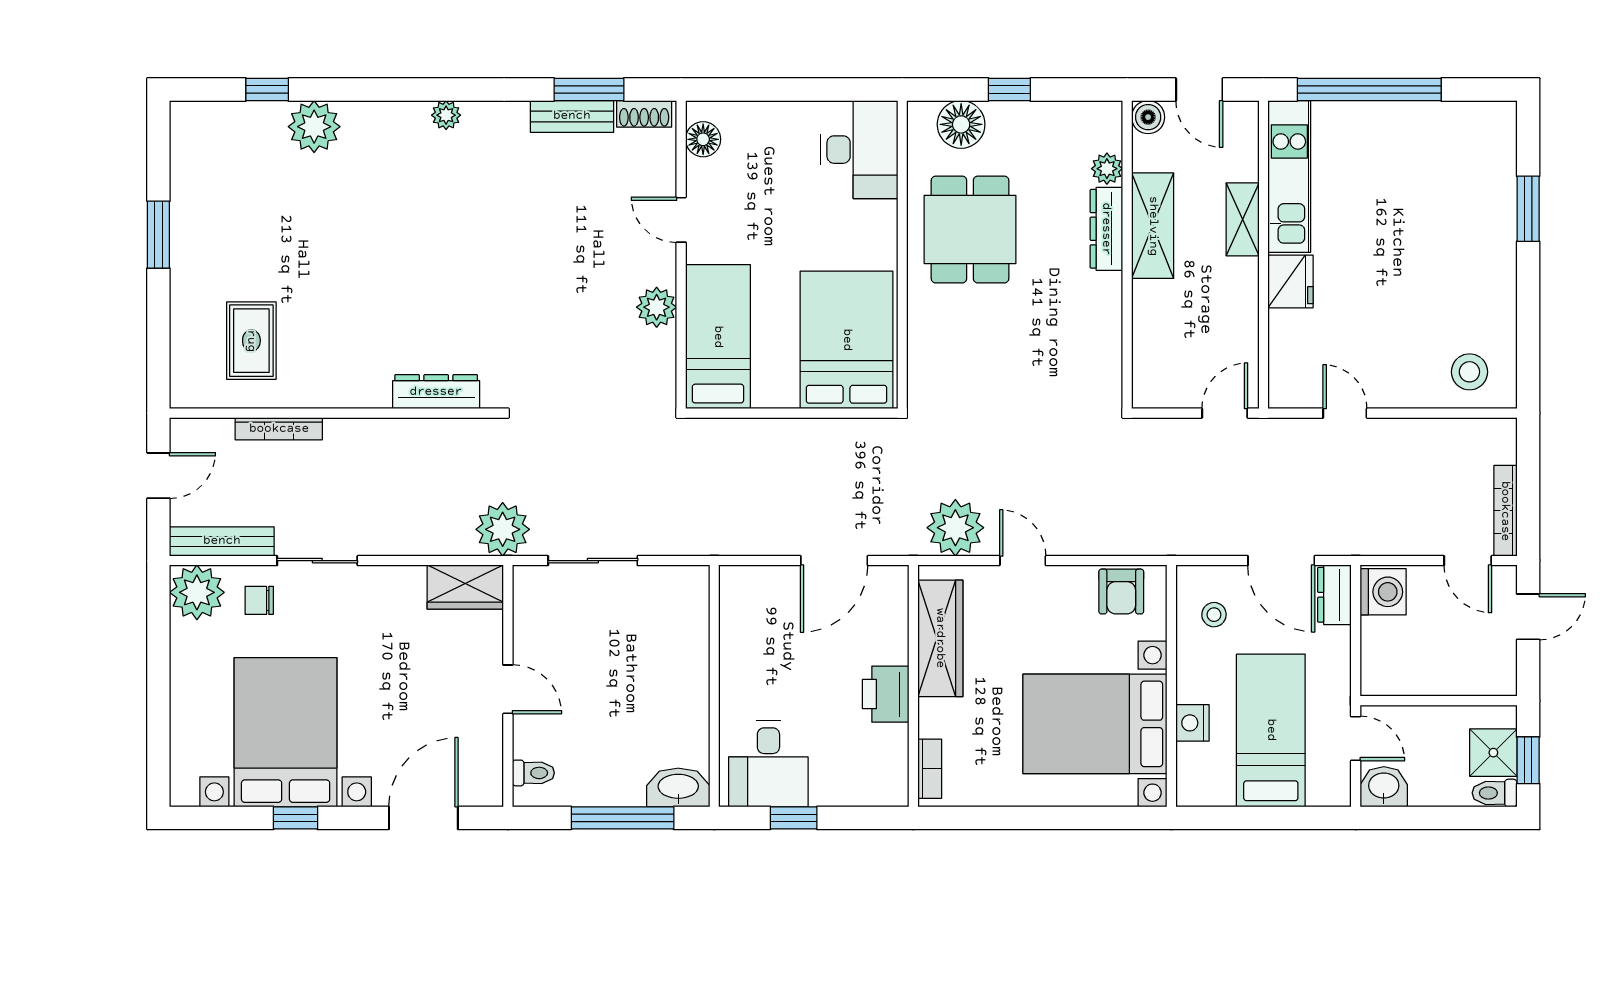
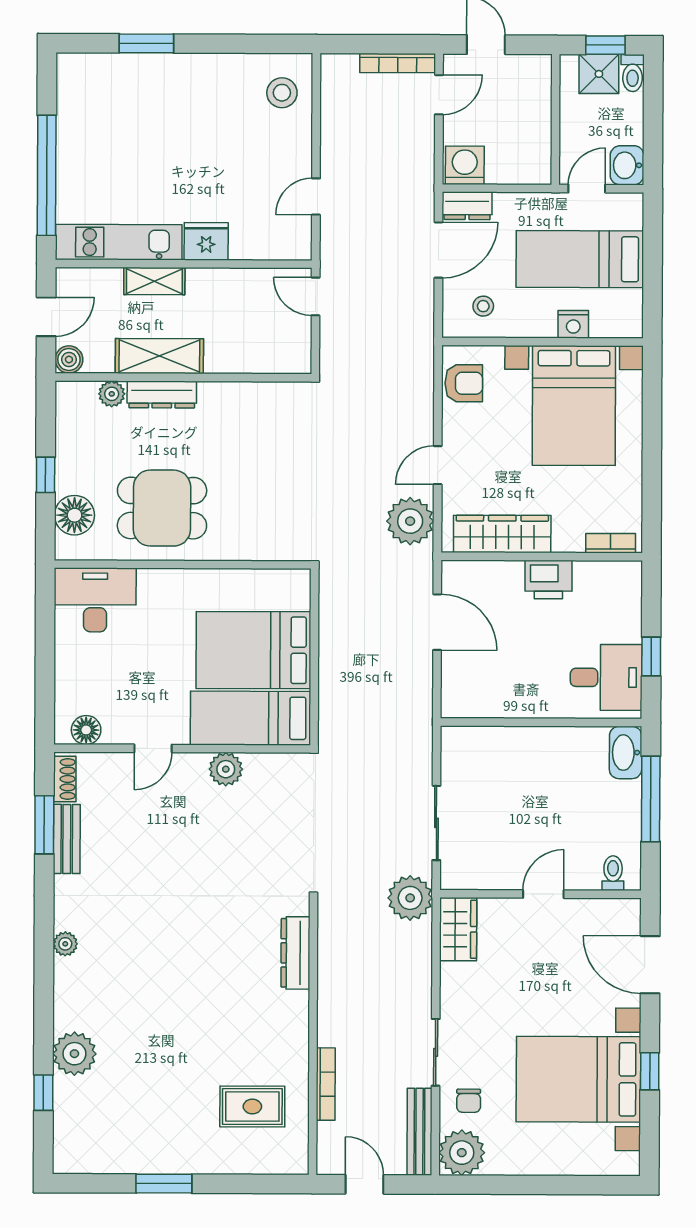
bed: (847, 340) -> (253, 650), moved

